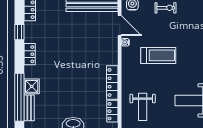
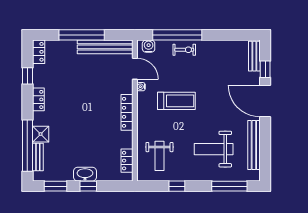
locker: (112, 82) -> (127, 112), moved

